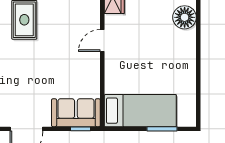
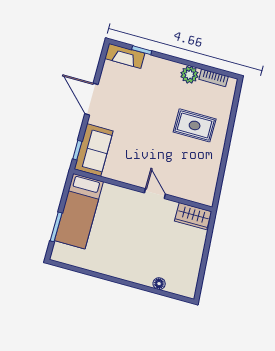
floor lamp: (185, 17) -> (159, 284), width x0.53, depth x0.53

